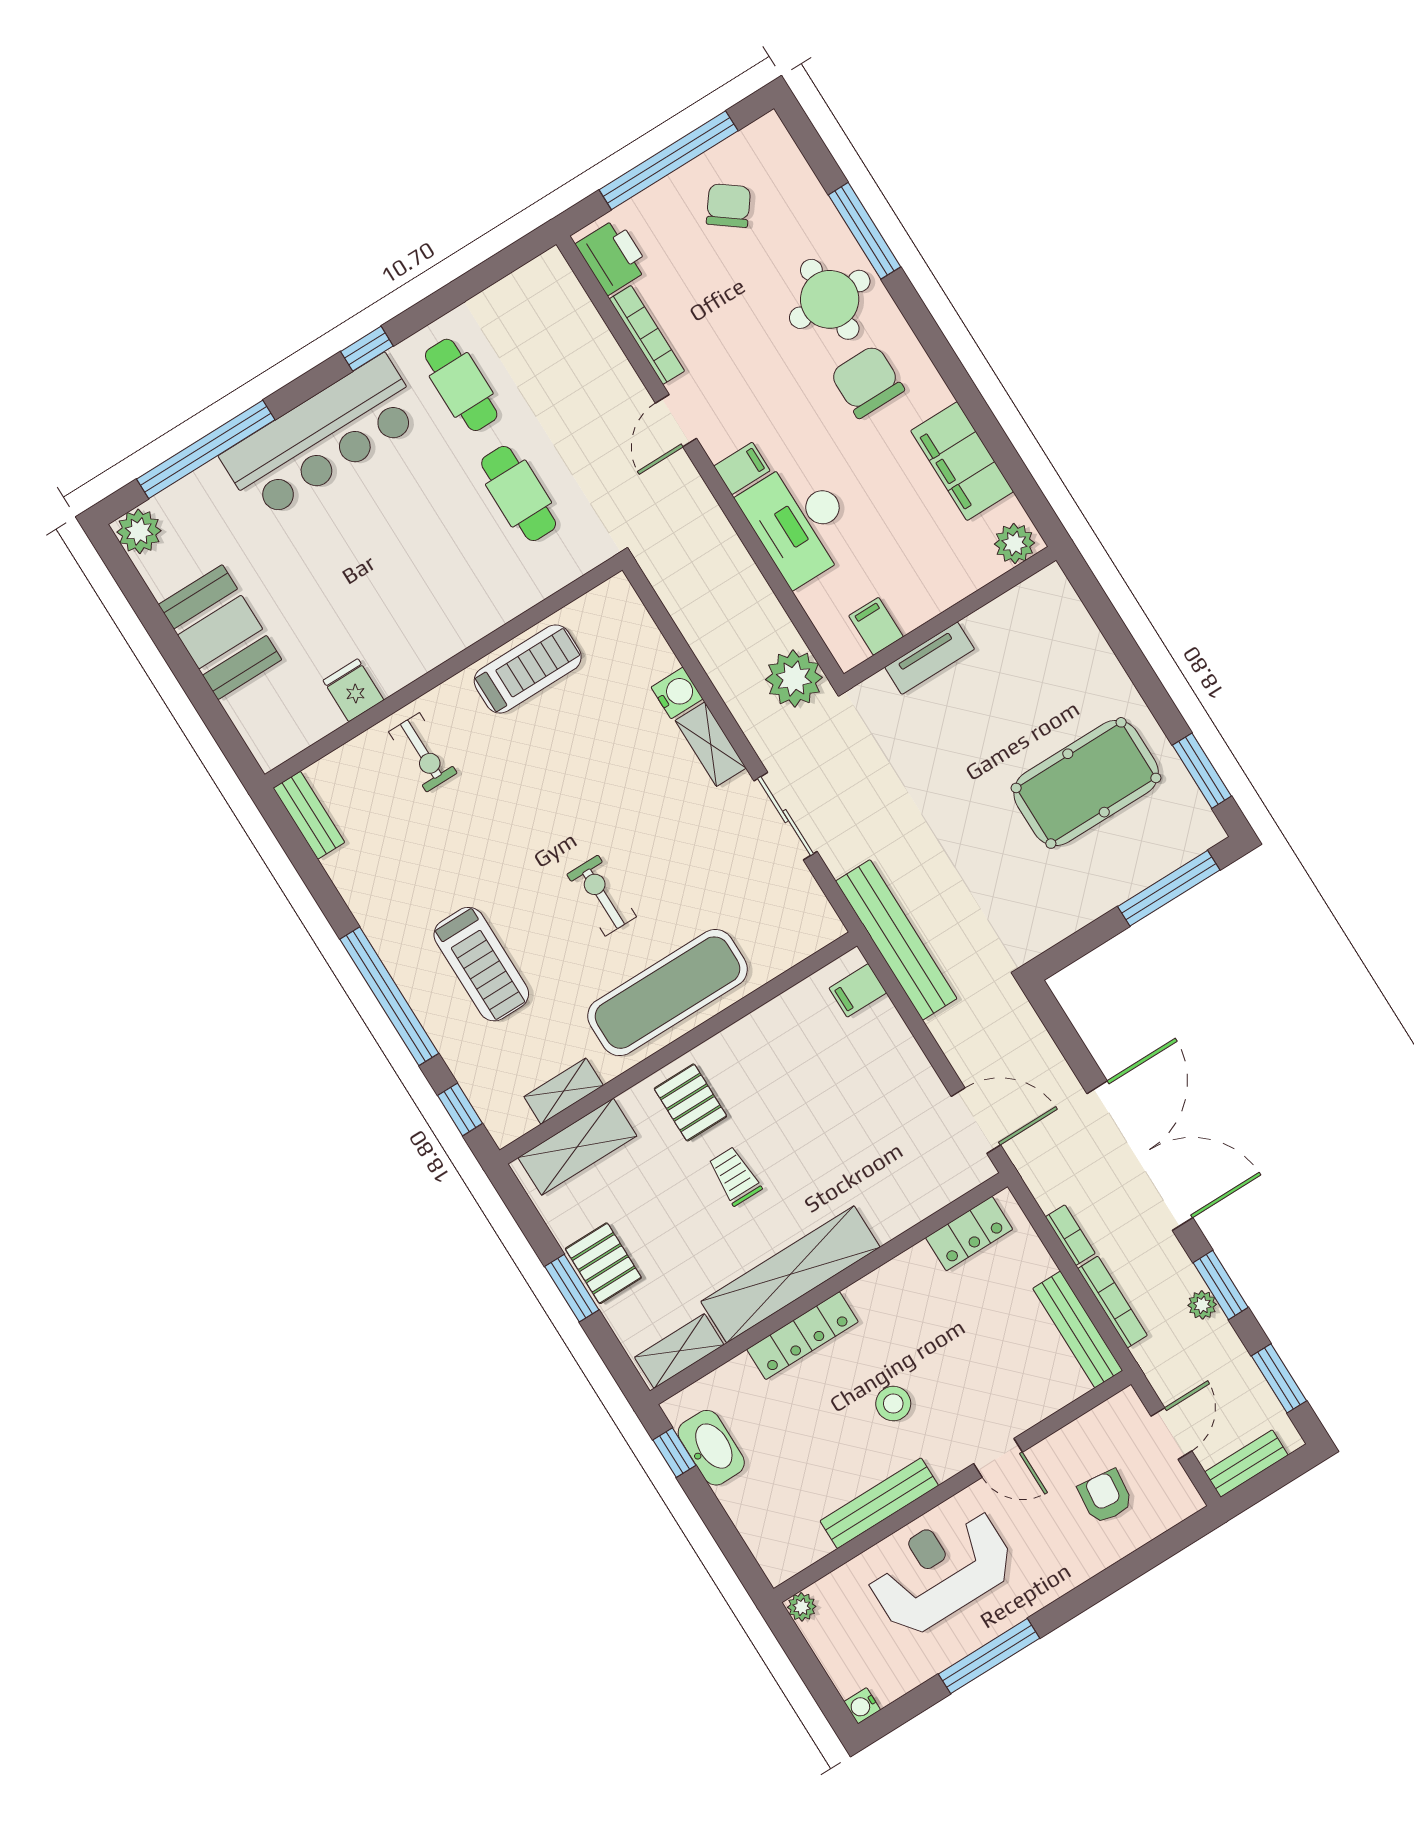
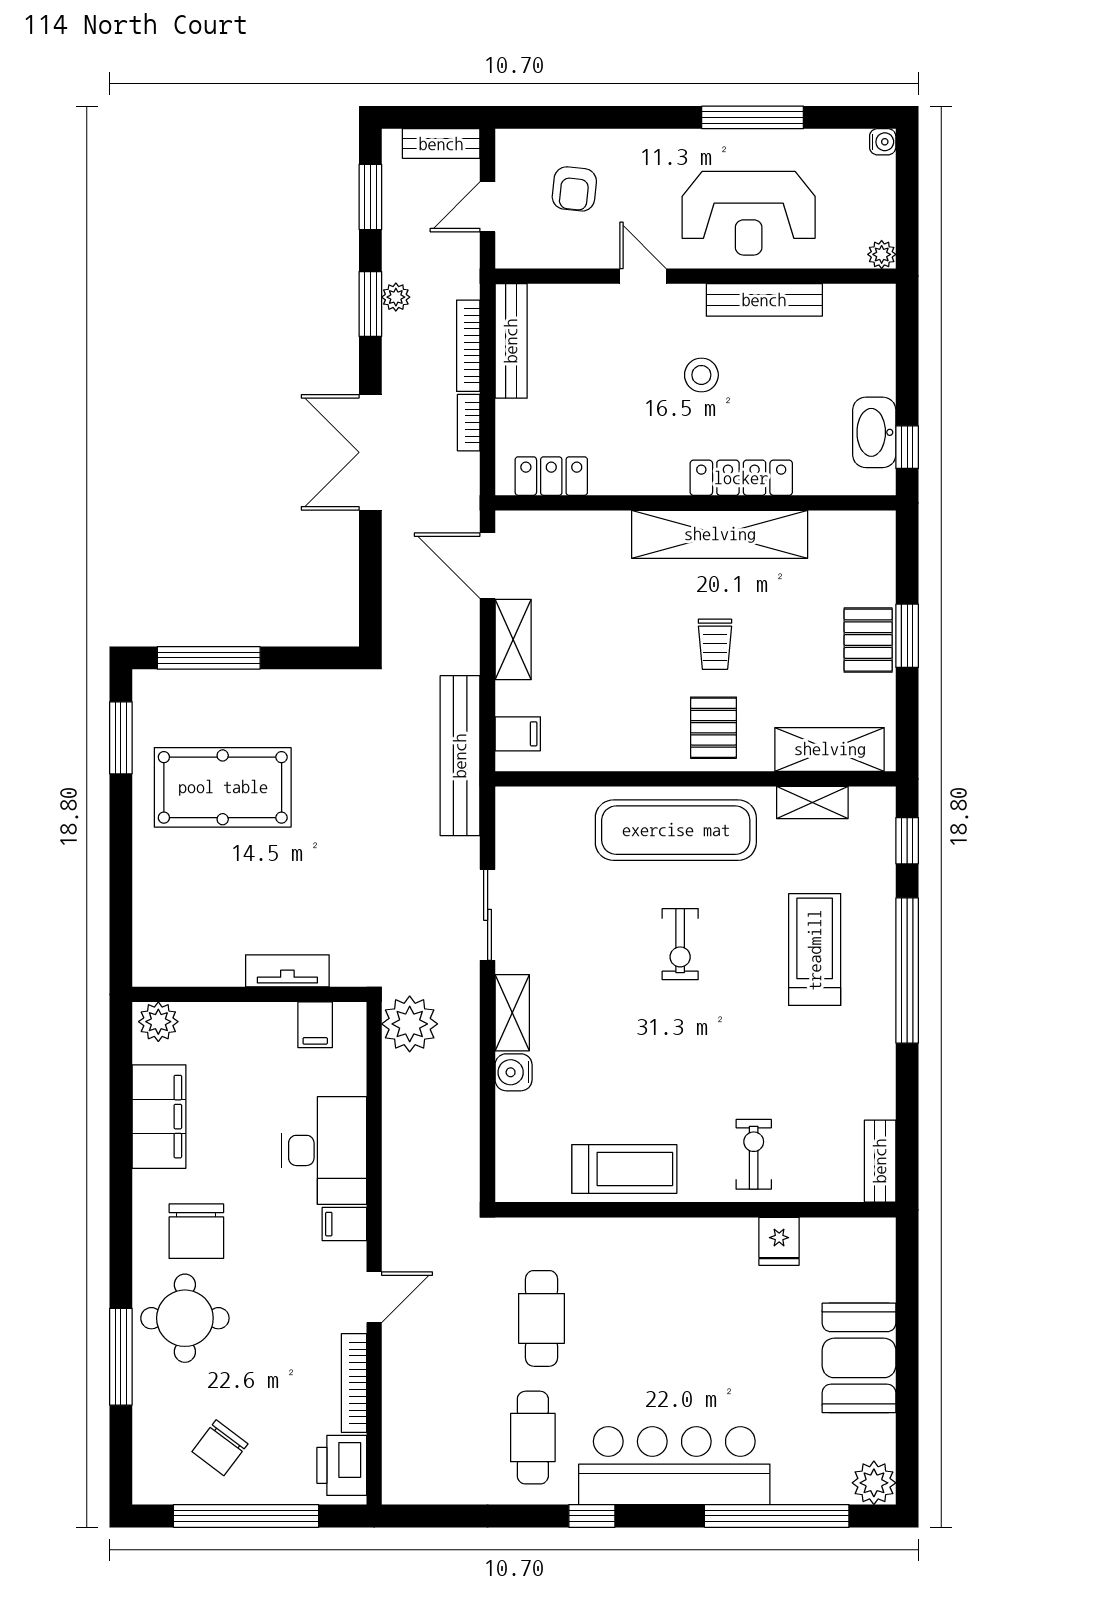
treadmill: (528, 669) -> (624, 1169), turned 180
double door: (1140, 1156) -> (370, 452), width x0.73
shelving: (679, 1351) -> (513, 640), moved, turned 90

